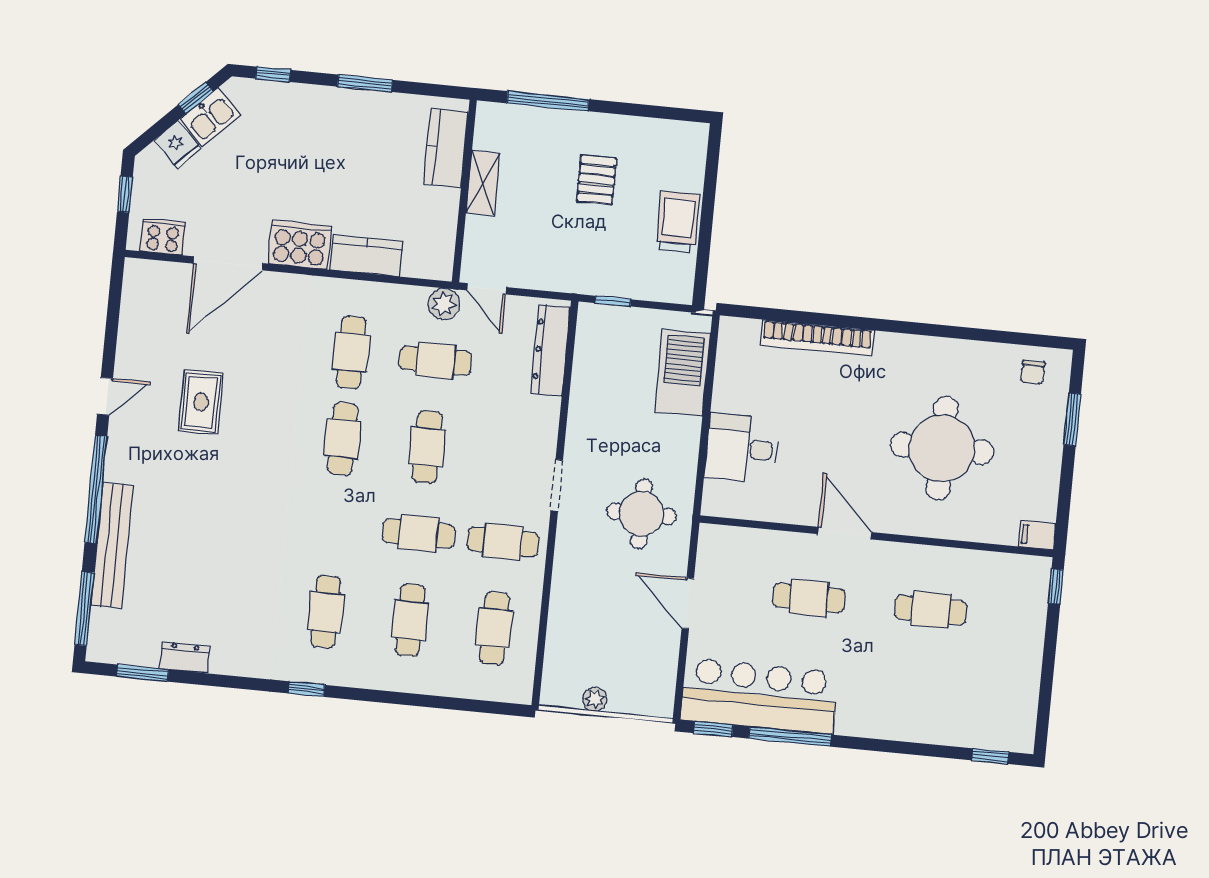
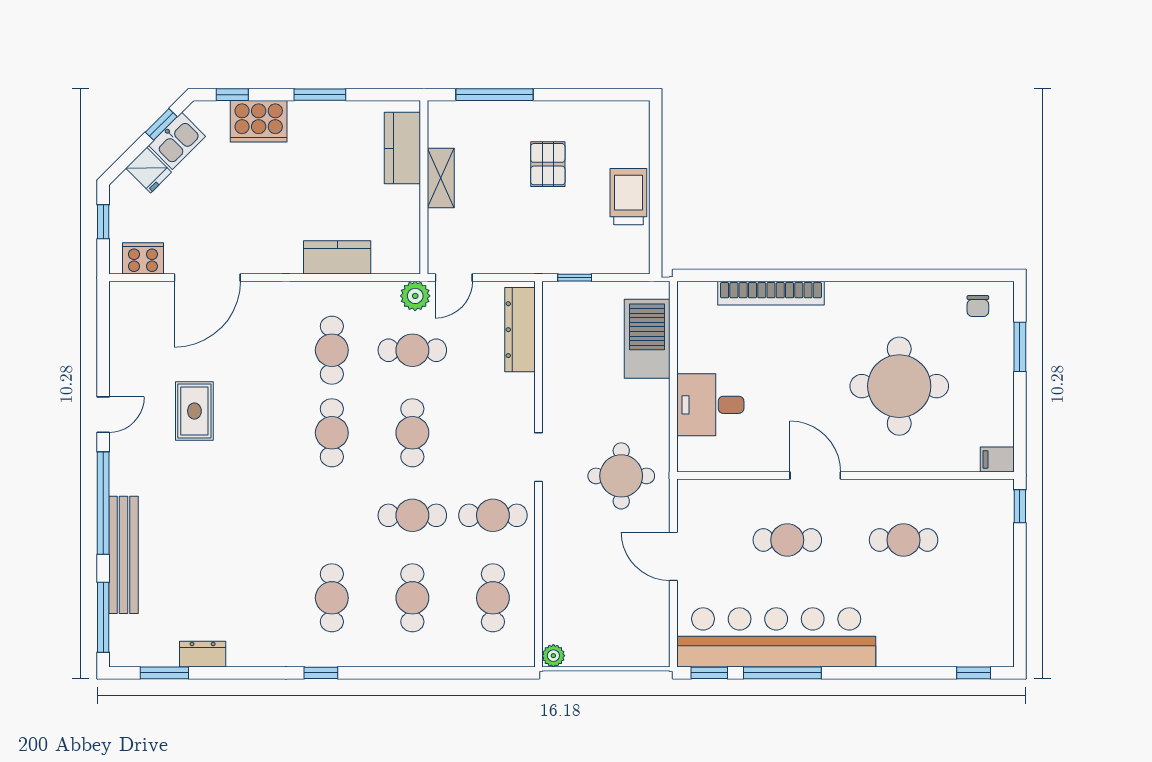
cooker: (300, 245) -> (259, 121), moved, turned 180
door: (486, 289) -> (454, 278), hinge flipped
bar counter: (759, 696) -> (776, 637), width x1.36
plant: (595, 699) -> (553, 656), moved

